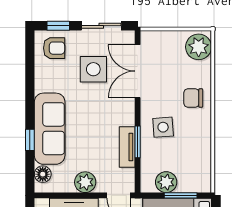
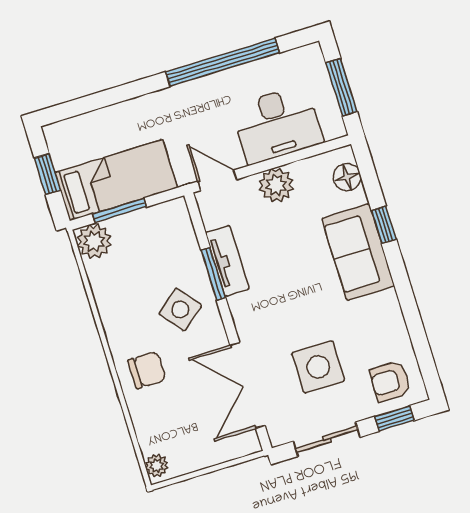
plant: (199, 47) -> (157, 466), width x0.53, depth x0.53
double door: (138, 71) -> (248, 385), swing flipped
side table: (163, 127) -> (180, 309), turned -35
sofa: (50, 129) -> (358, 252), width x0.73
plant: (166, 182) -> (94, 241), moved

